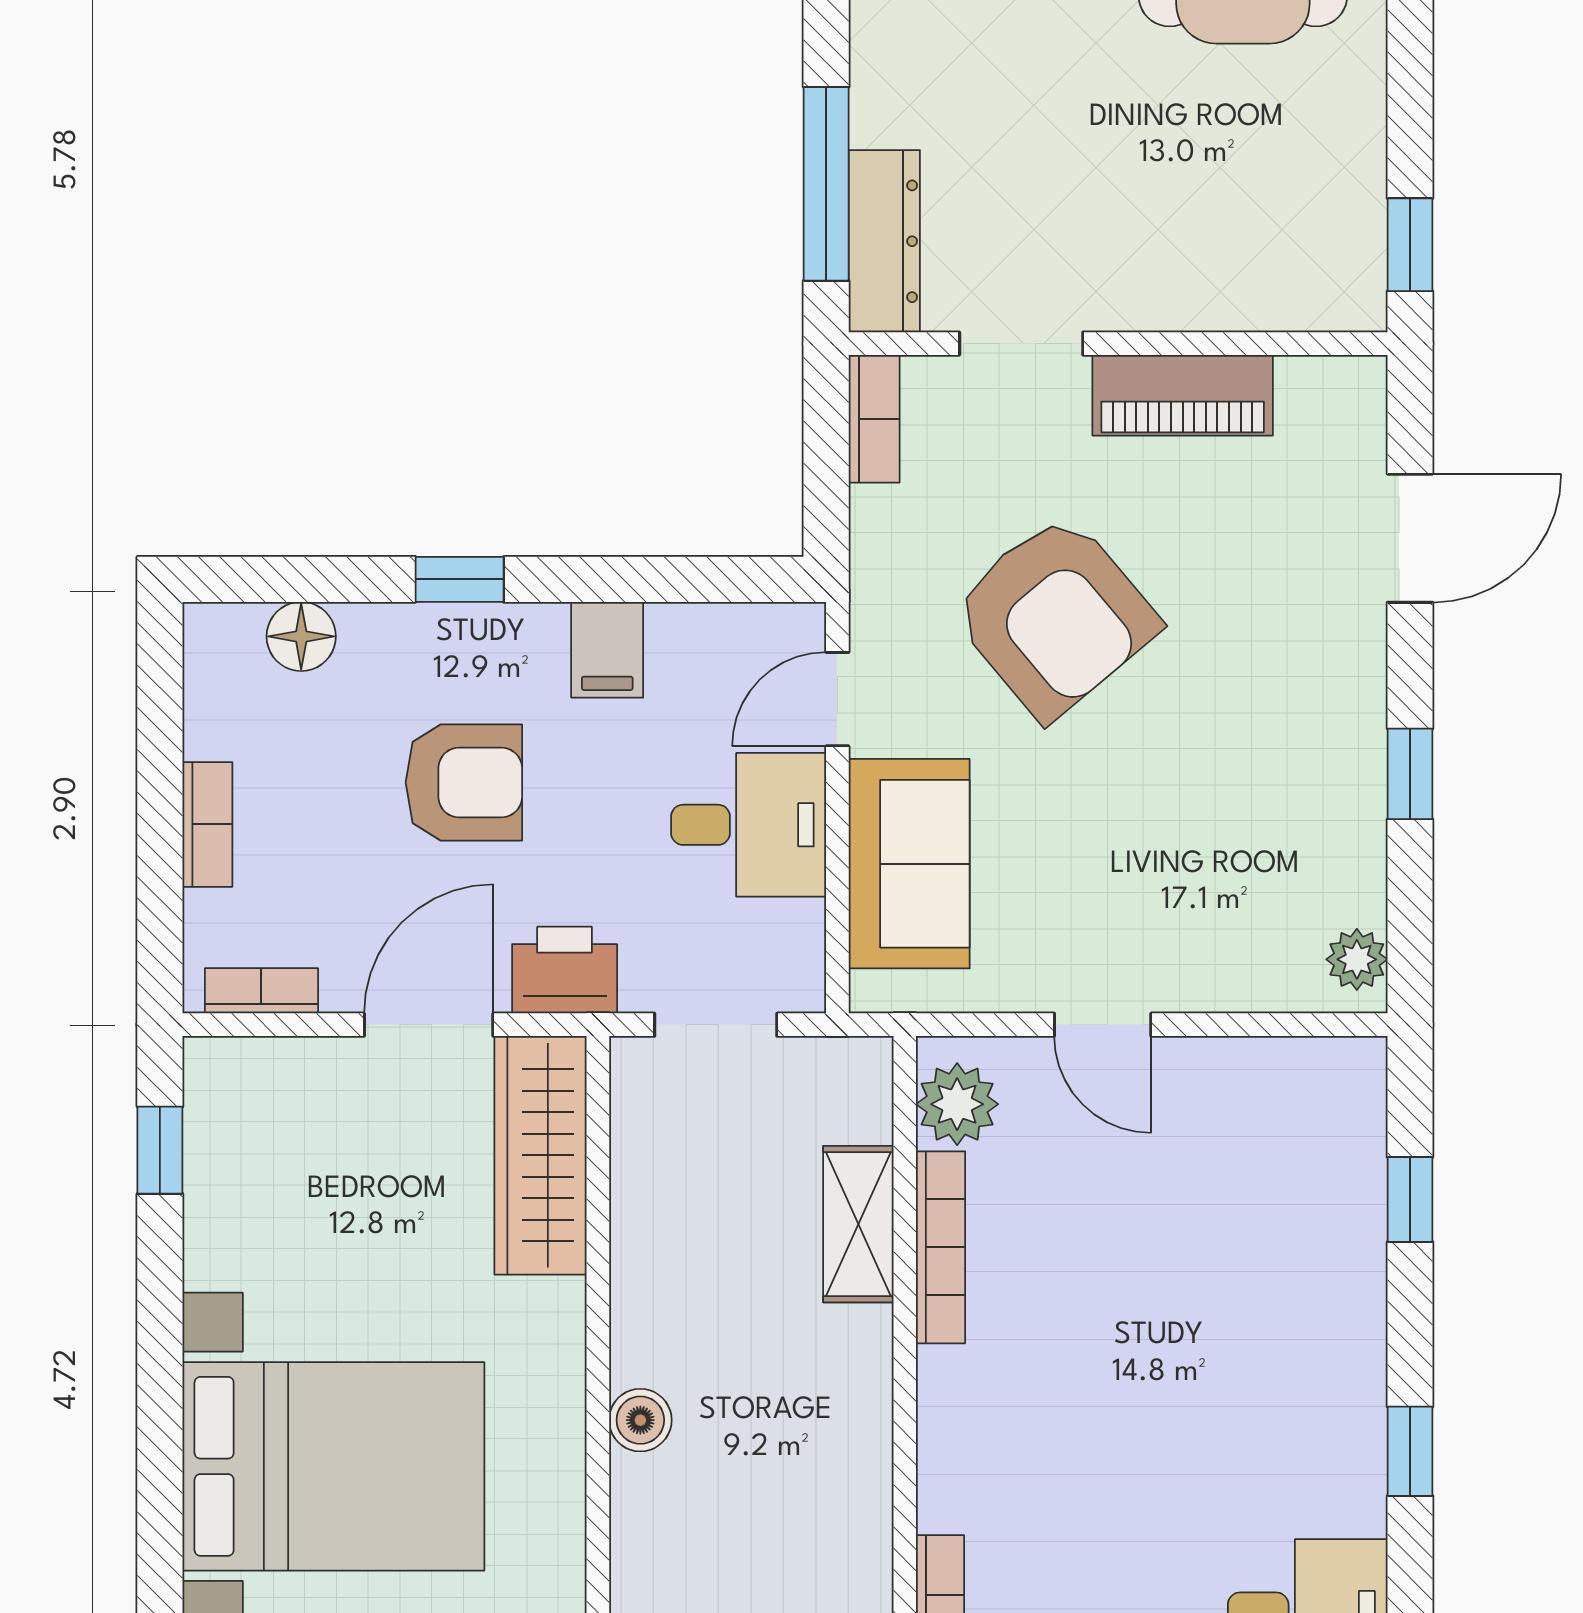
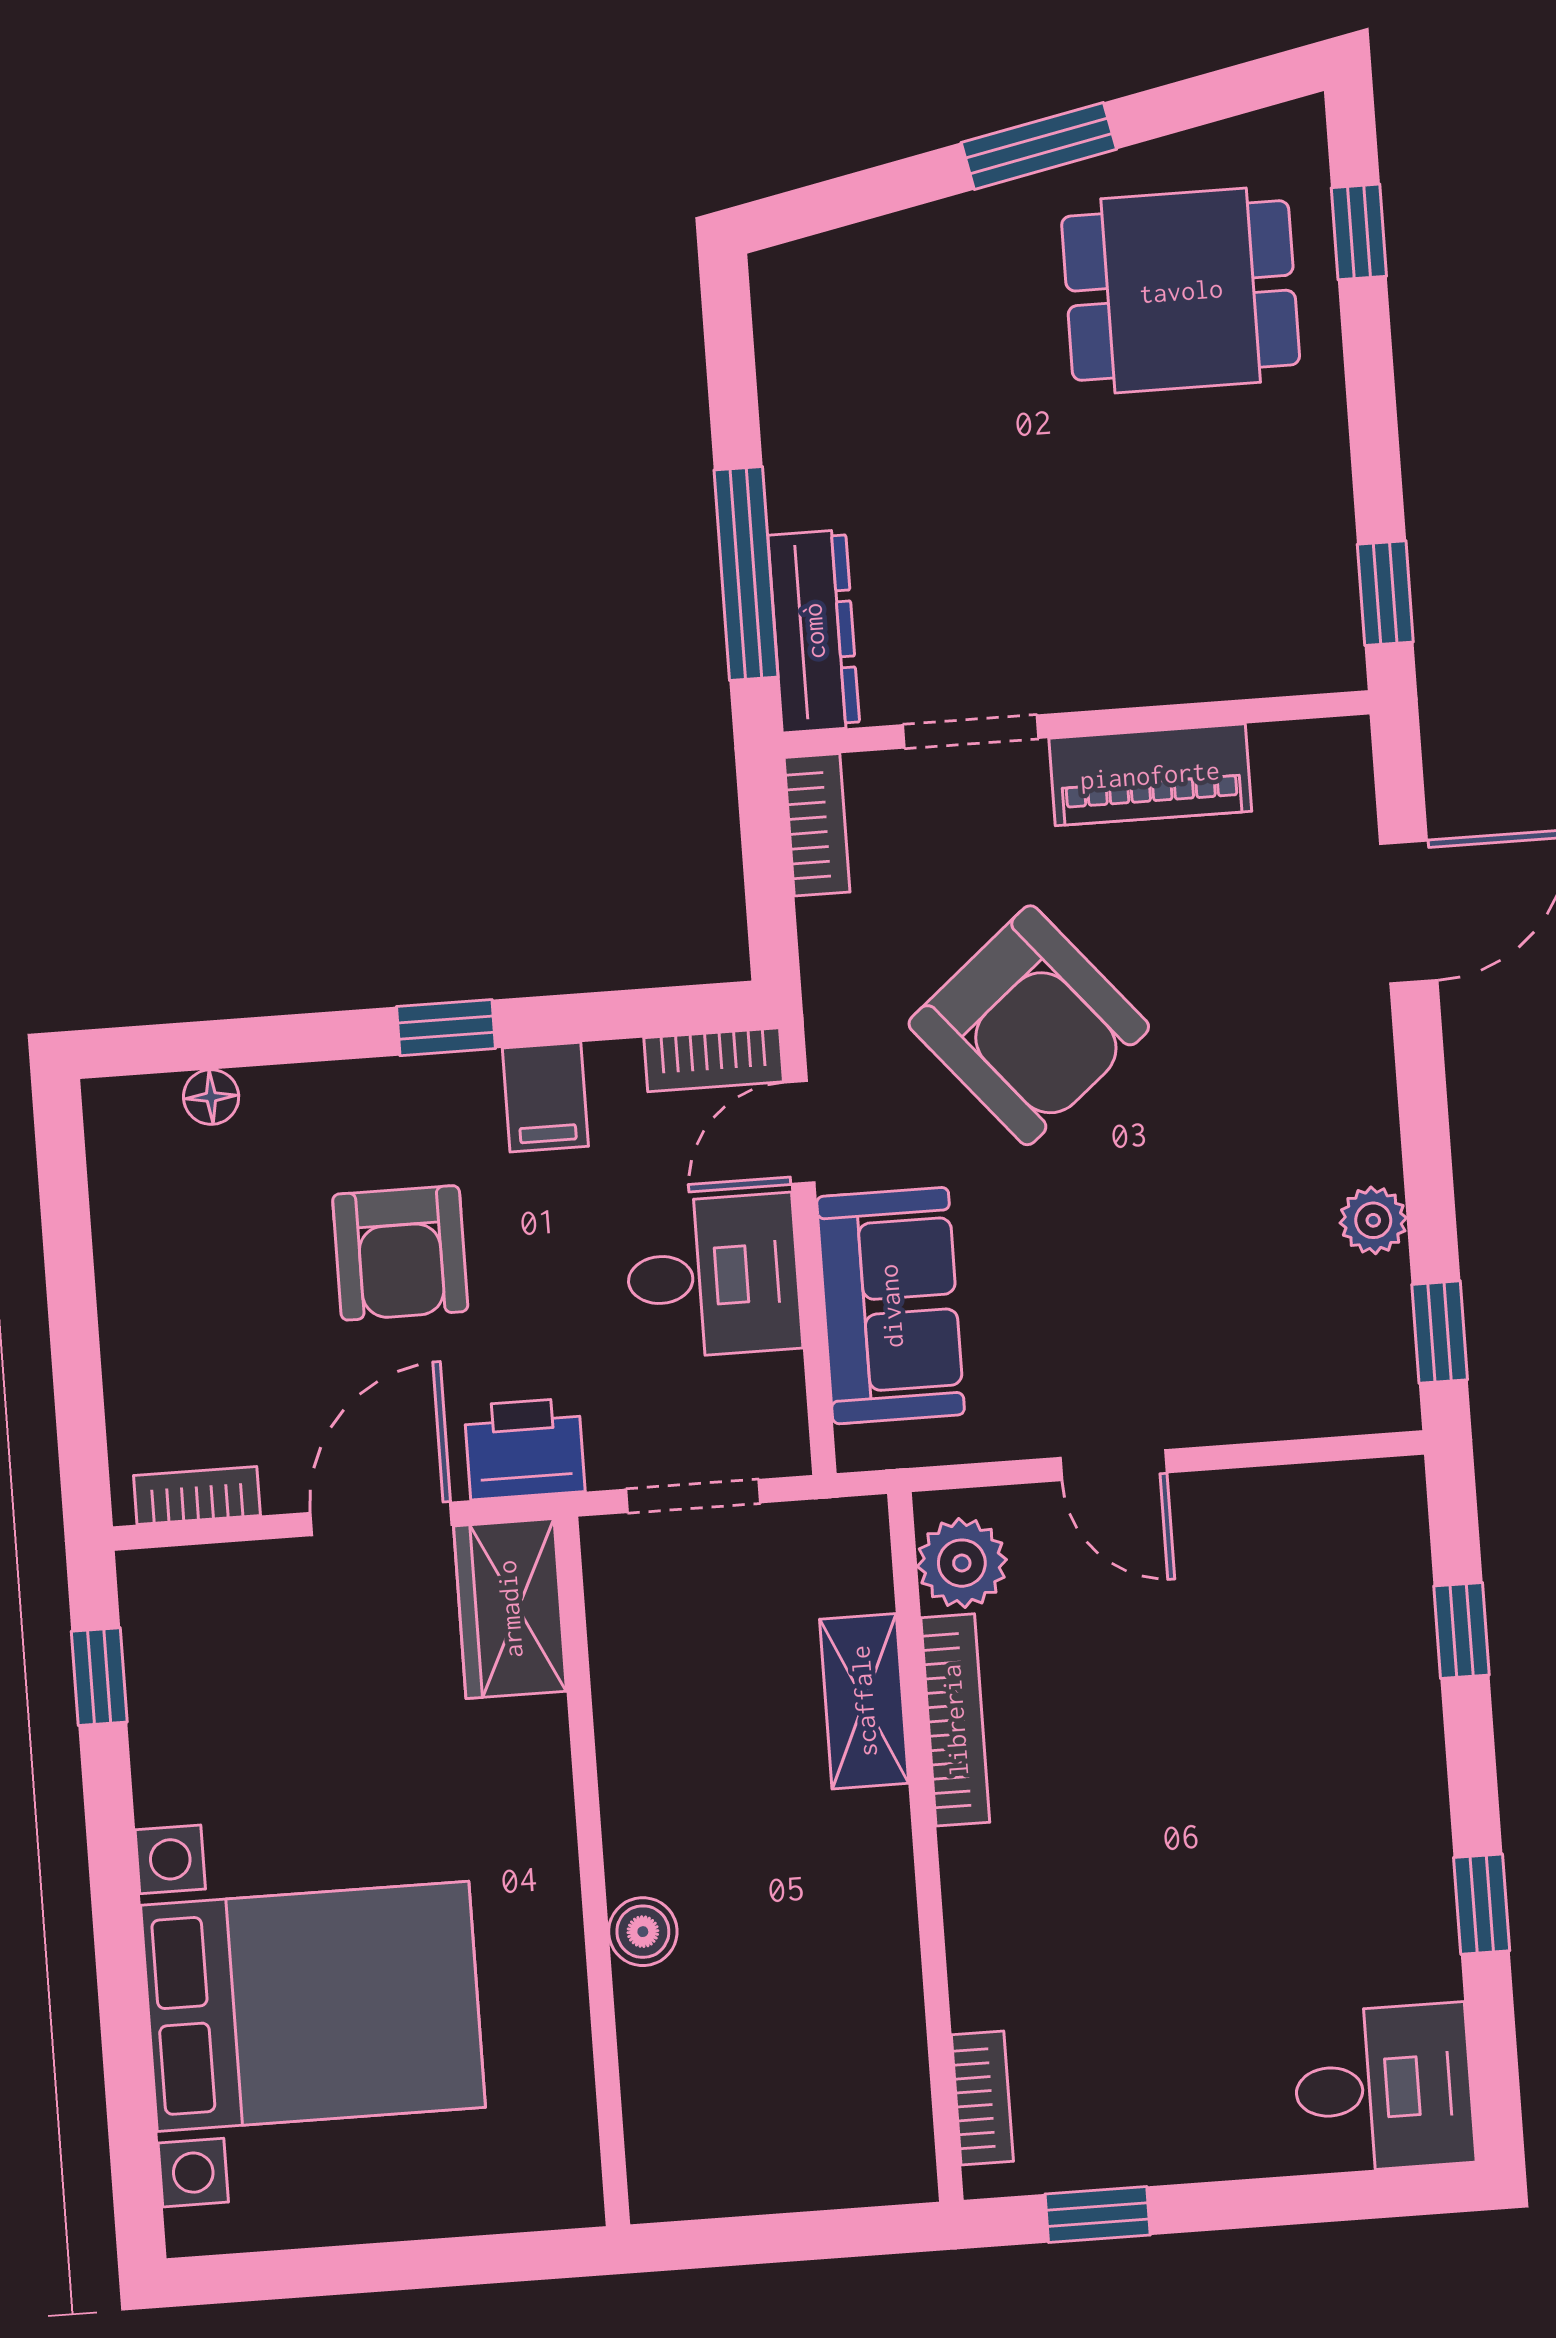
window: (460, 579) -> (446, 1028), moved
floor lamp: (301, 636) -> (211, 1097), width x0.73, depth x0.73
window: (1410, 774) -> (1440, 1332), moved
armchair: (464, 782) -> (400, 1253), turned 90
bookcase: (207, 824) -> (714, 1060), moved, turned 90
plant: (1357, 959) -> (1373, 1220), moved
wardrobe: (540, 1155) -> (510, 1609), width x0.67

